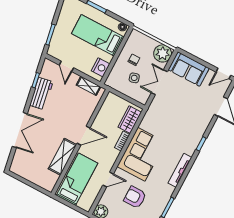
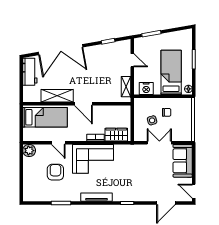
plant: (163, 53) -> (184, 133), removed
door: (66, 66) -> (132, 60), swing flipped
workbench: (41, 94) -> (30, 72), moved, turned -80
double door: (20, 130) -> (61, 50), width x1.36

